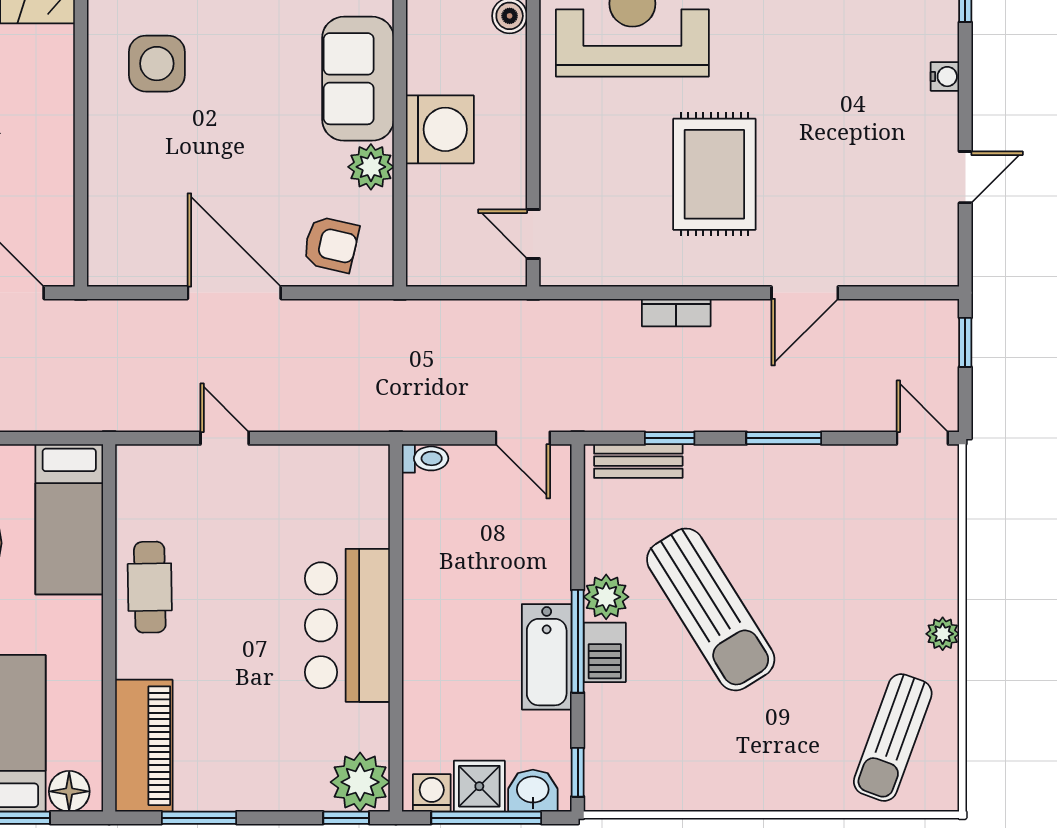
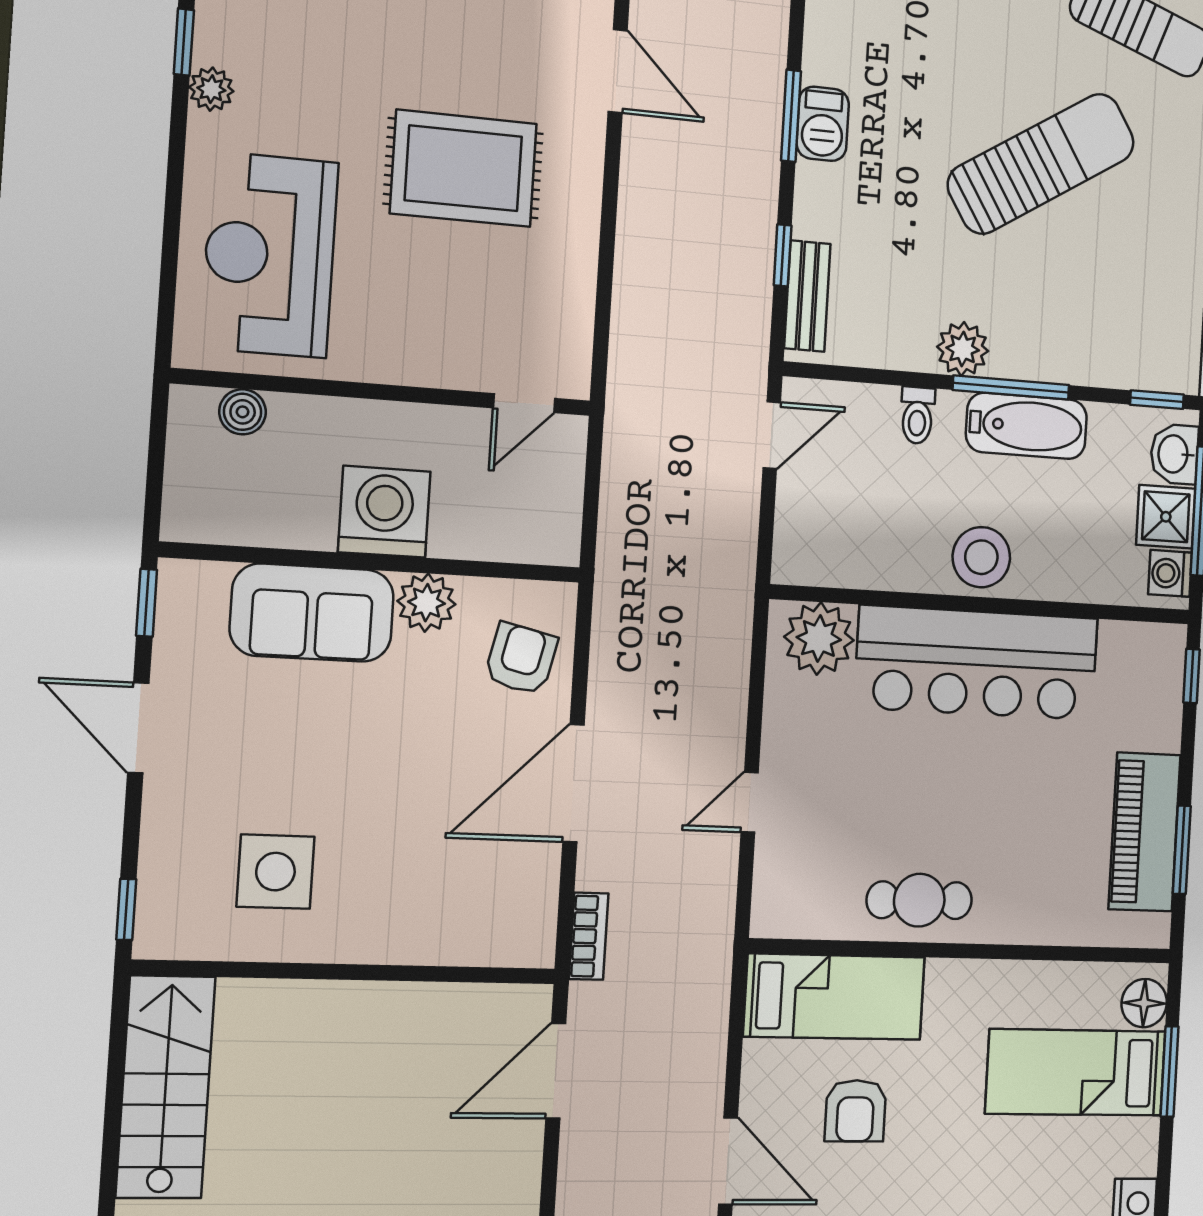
bookcase: (676, 313) -> (589, 936), moved
toilet: (425, 458) -> (917, 415), moved, turned 180
sun lounger: (711, 609) -> (1041, 164), moved
stool: (435, 624) -> (981, 557), added
bar counter: (347, 625) -> (977, 663), width x1.36
barbecue: (605, 652) -> (823, 124), moved, turned 90
piano: (144, 746) -> (1145, 832), moved, turned -90
plant: (360, 782) -> (819, 638), moved

